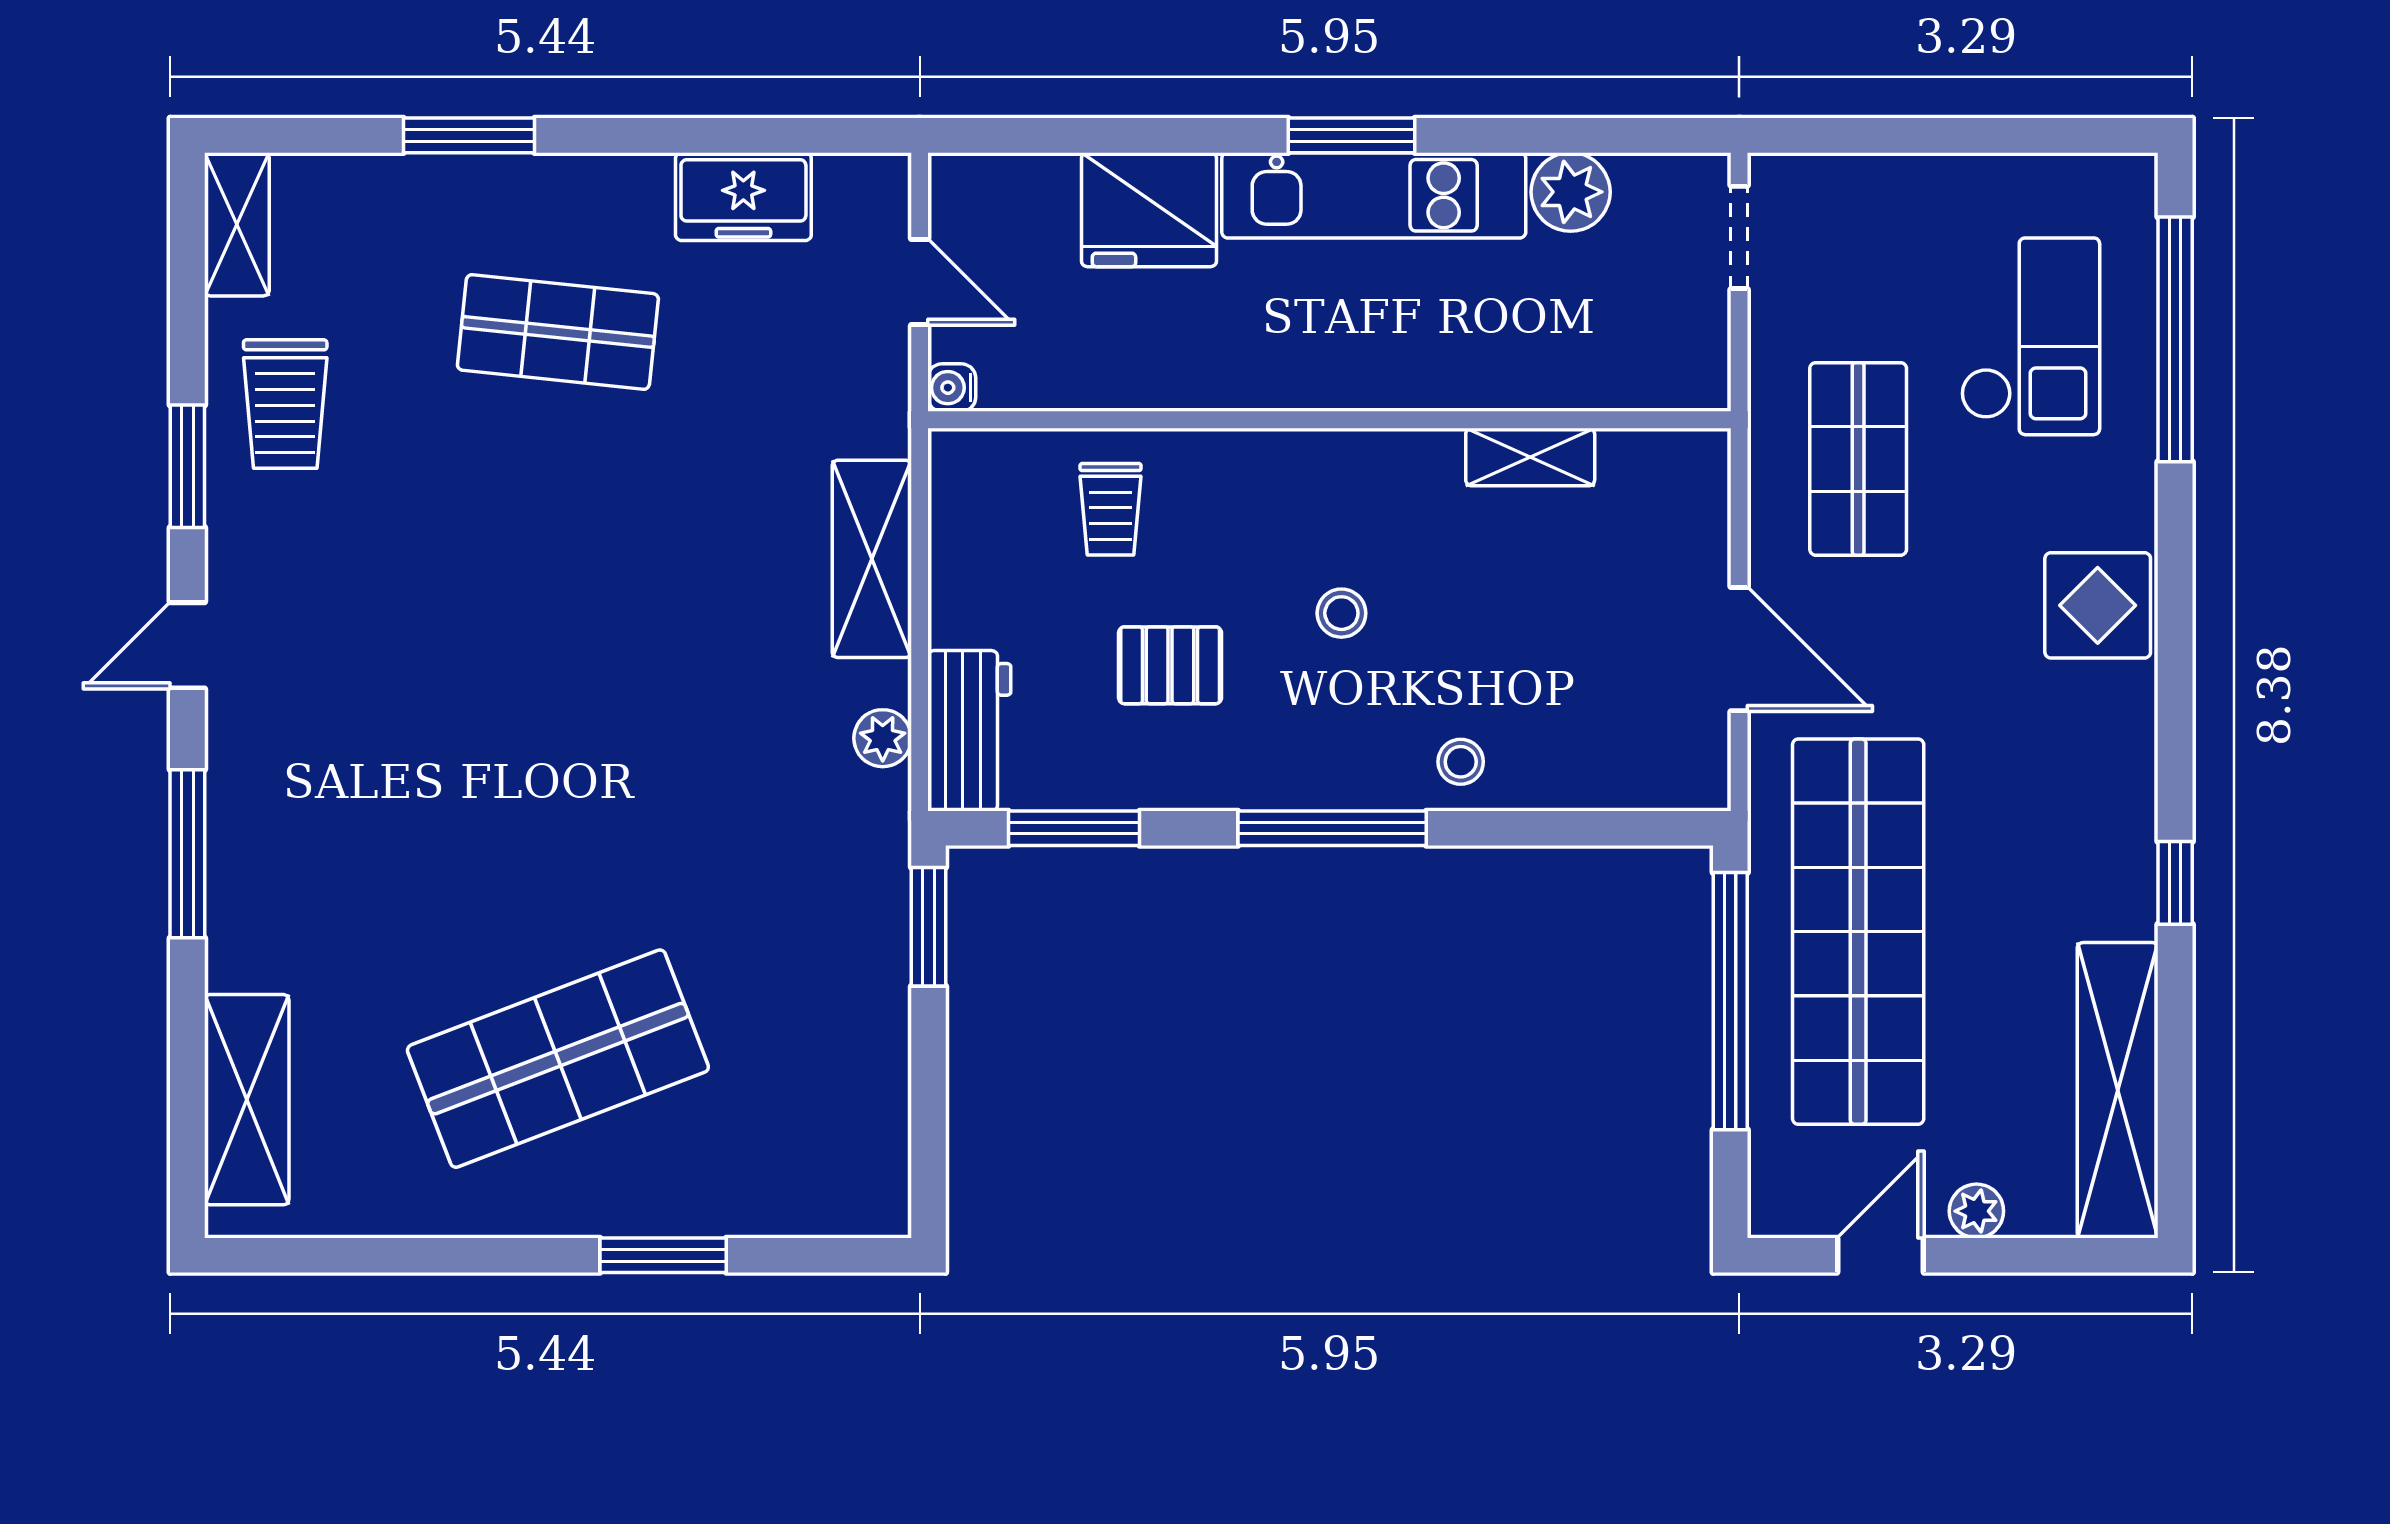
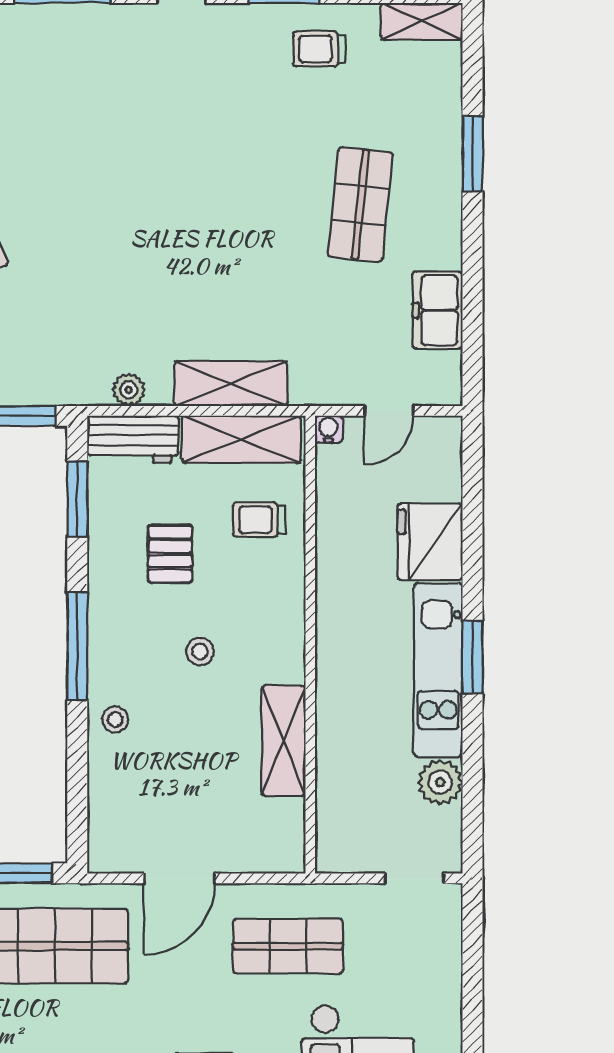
trolley: (285, 404) -> (319, 49), width x0.73, depth x0.72
shelving: (1530, 457) -> (284, 741), width x1.50, depth x1.33
shelving: (969, 541) -> (241, 439), added

